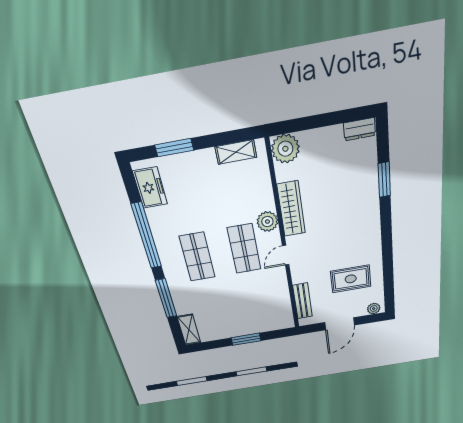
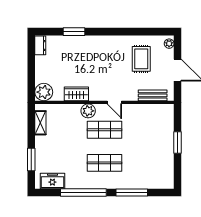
wardrobe: (291, 209) -> (76, 94), width x0.67
shelving: (189, 330) -> (161, 183), removed

